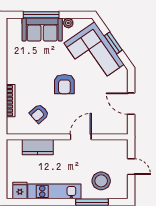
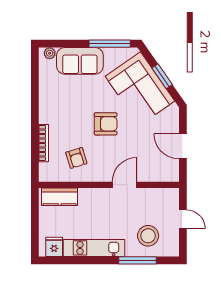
window: (41, 15) -> (110, 44), moved
plant: (68, 23) -> (50, 53), moved
armchair: (64, 84) -> (106, 124), turned -90
armchair: (39, 114) -> (76, 158), turned -65
kitchen counter: (38, 147) -> (60, 197), moved

